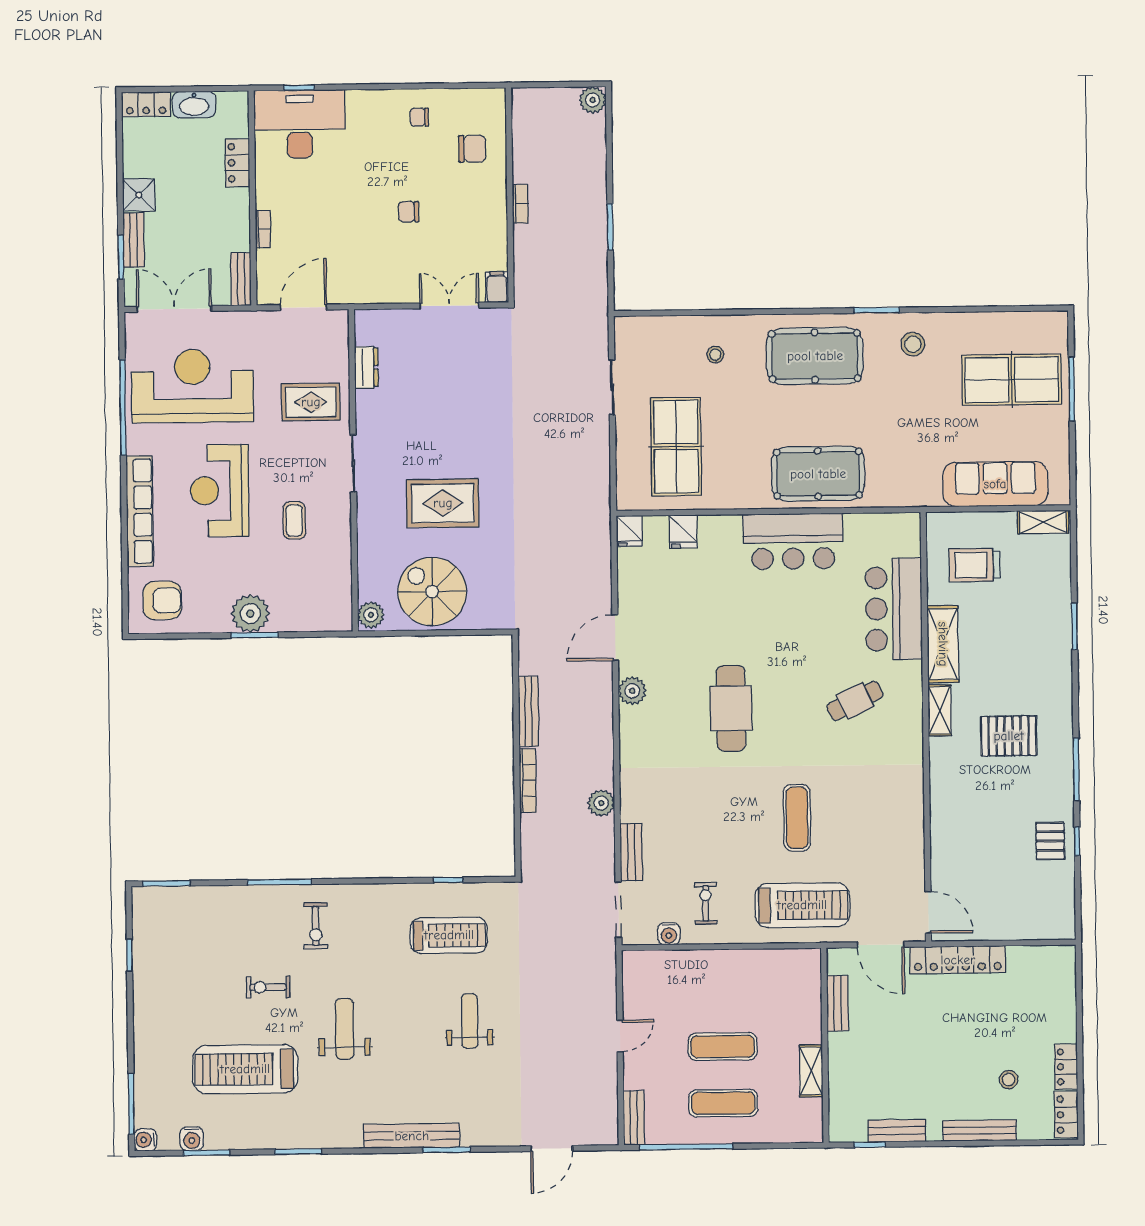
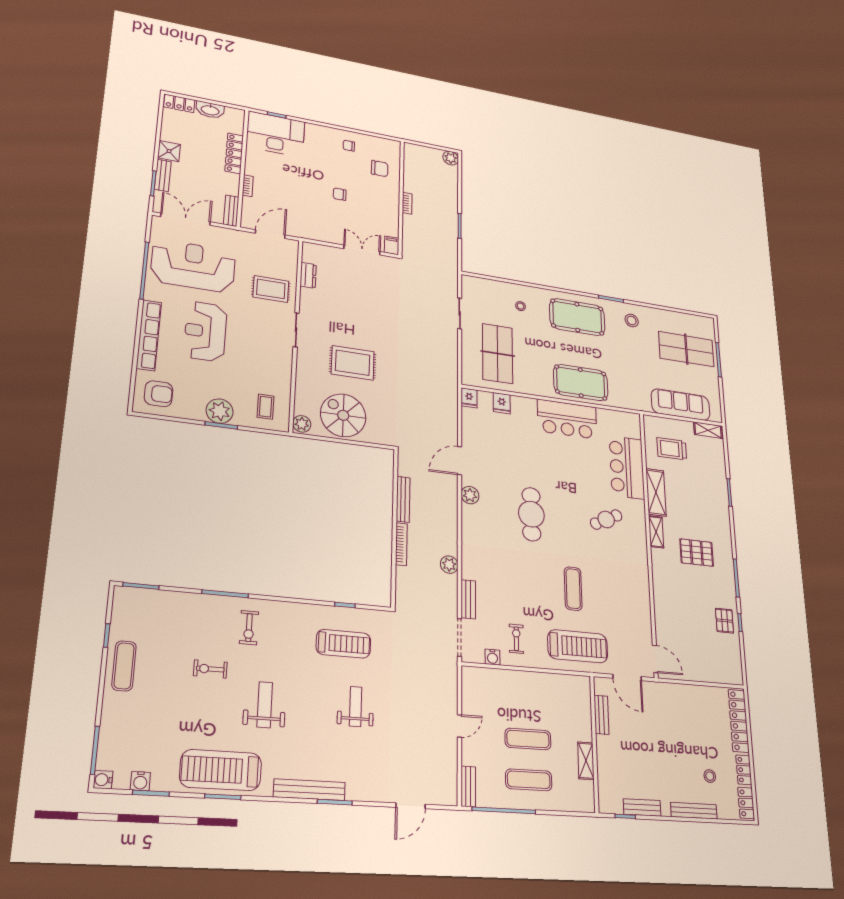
locker: (238, 163) -> (234, 153), width x1.53
coffee table: (294, 520) -> (266, 407), moved
locker: (958, 960) -> (739, 721), moved, turned 90
exercise mat: (156, 993) -> (124, 666), added
treadmill: (245, 1069) -> (221, 770), moved

